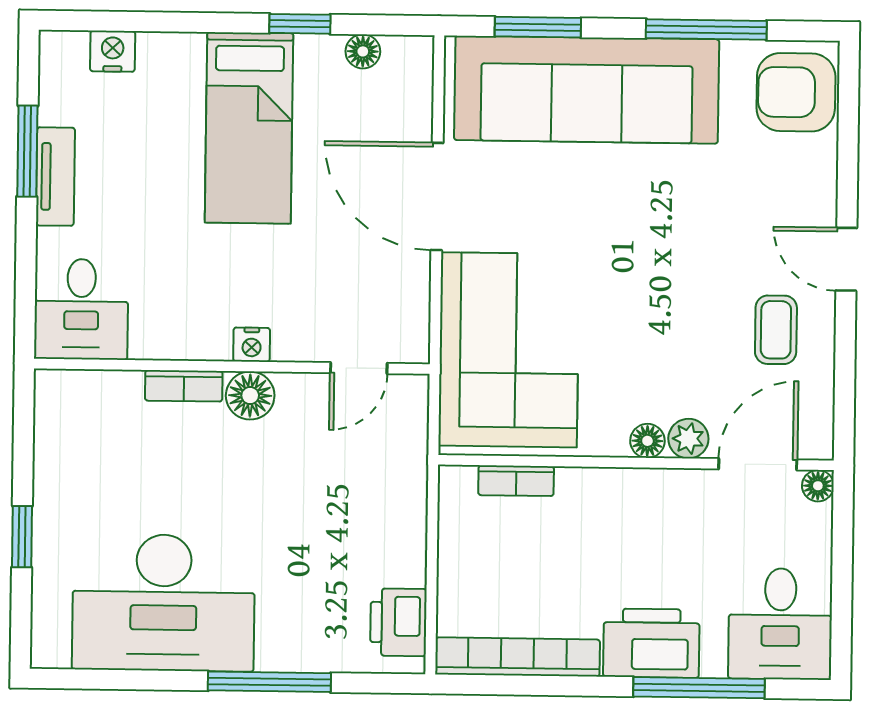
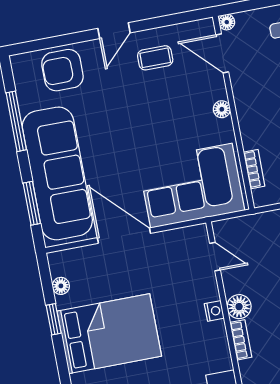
armchair: (796, 92) -> (62, 70), moved, turned 90
bed: (249, 128) -> (109, 334), width x1.50
door: (437, 197) -> (124, 236), swing flipped
plant: (688, 439) -> (217, 90), removed

